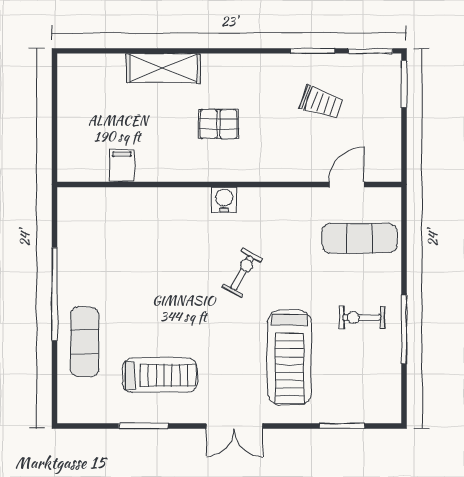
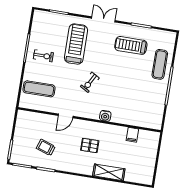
door: (347, 184) -> (66, 116), moved
water cooler: (224, 200) -> (105, 116), moved

